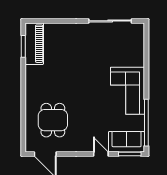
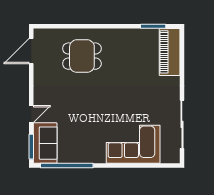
piano: (34, 44) -> (170, 52), moved, turned 90
corner sofa: (128, 91) -> (133, 144), moved
dining table: (53, 120) -> (82, 56), moved

